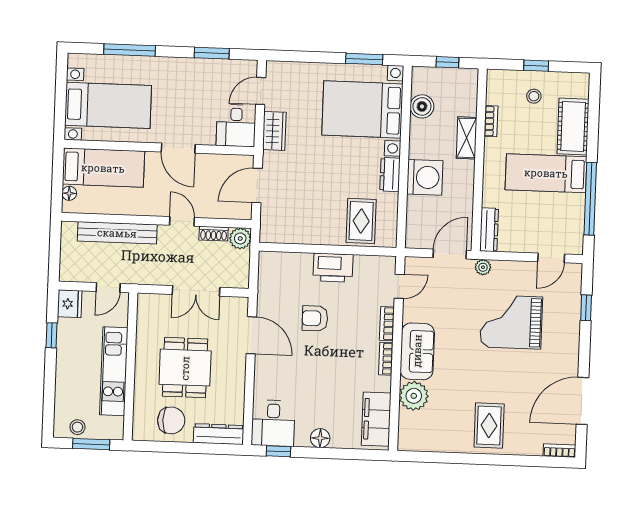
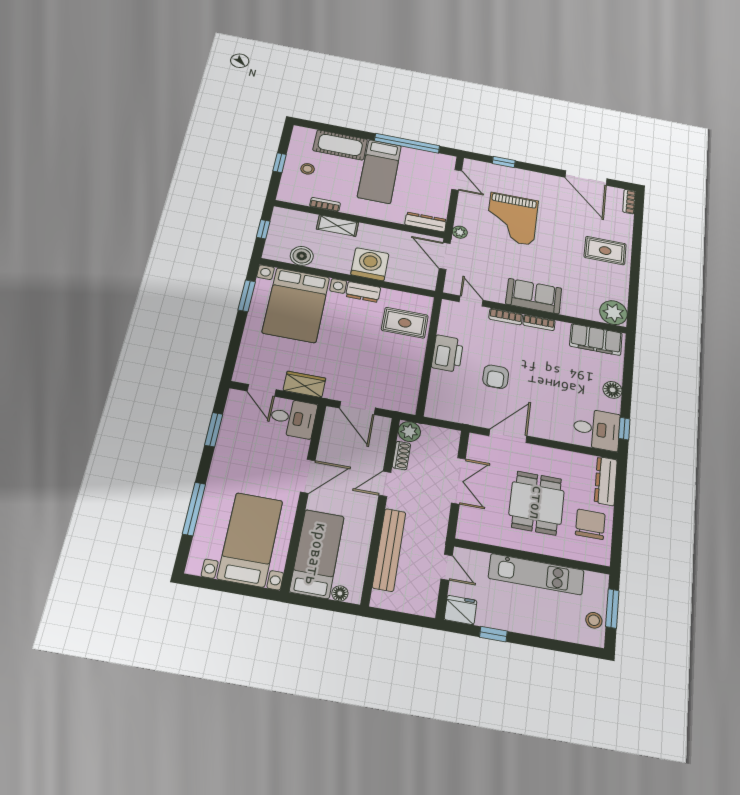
dining table: (185, 368) -> (537, 503), turned 90
plant: (414, 396) -> (613, 313), moved

